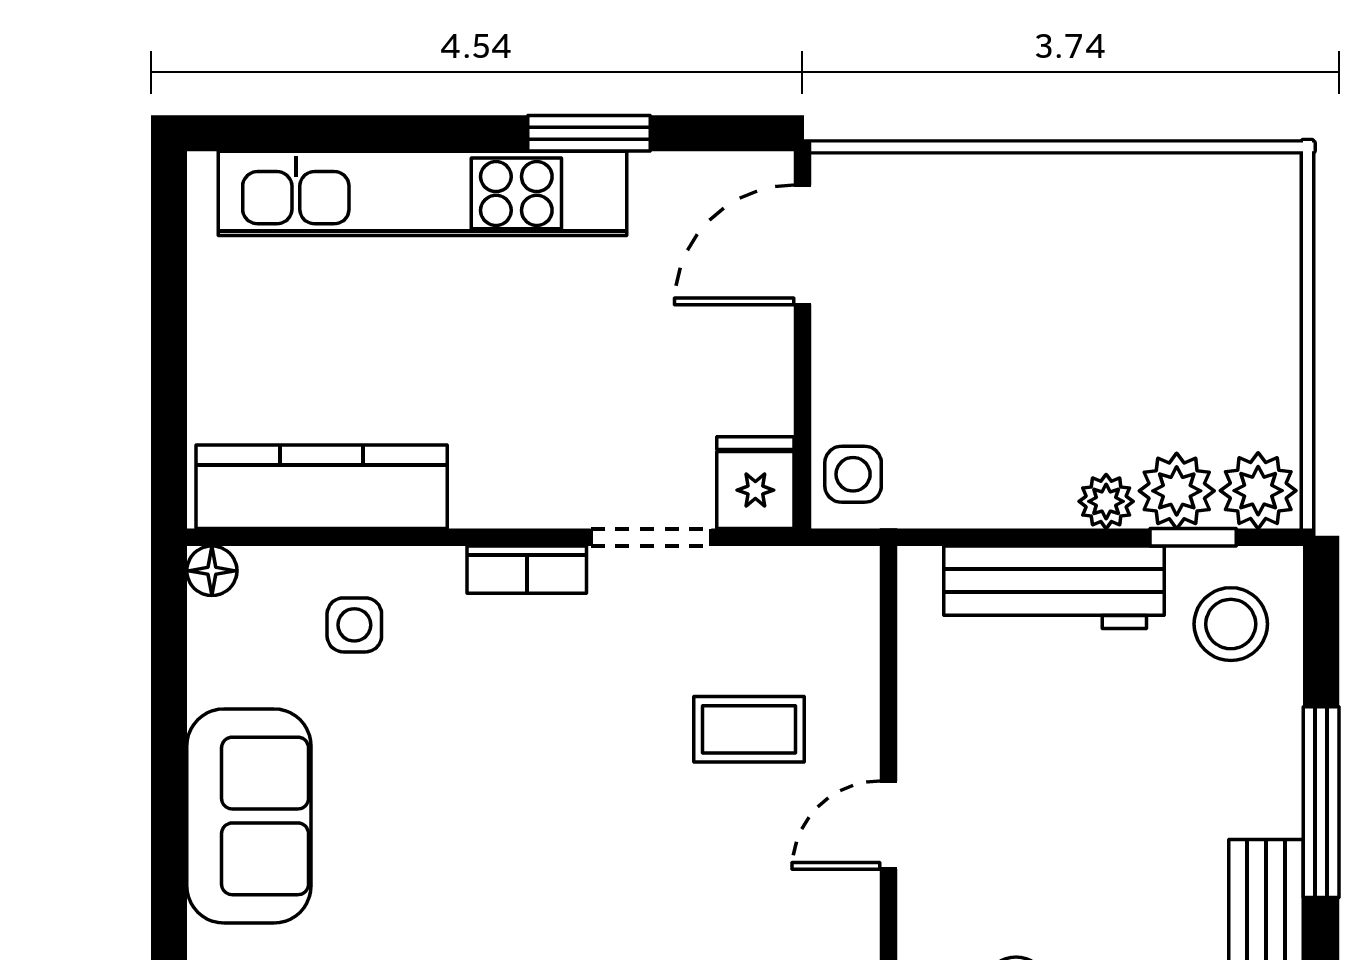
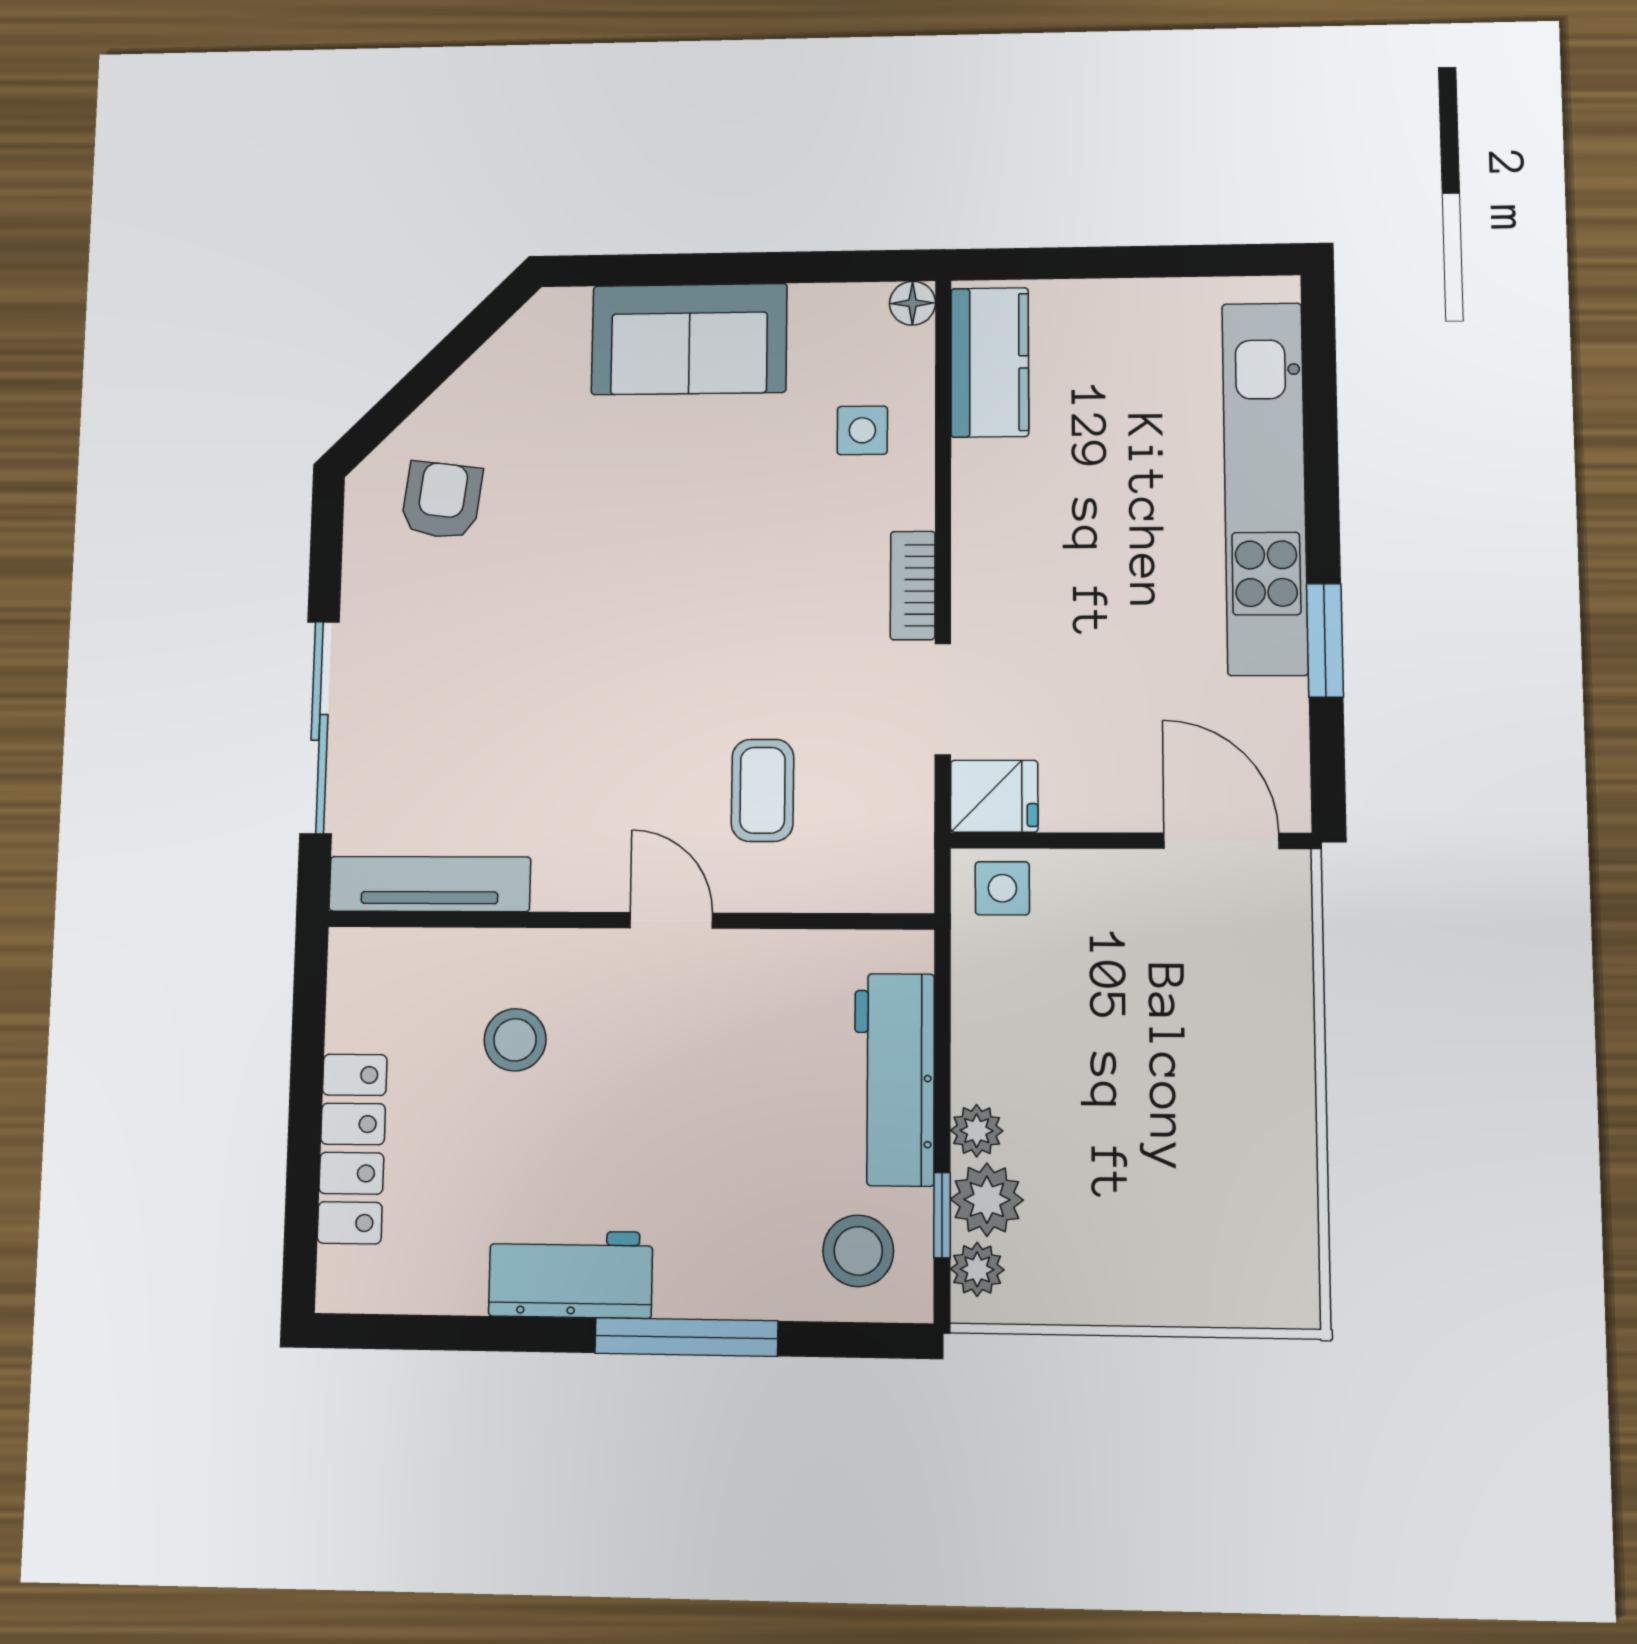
kitchen counter: (322, 487) -> (990, 362), width x0.67
plant: (1258, 491) -> (977, 1269), width x0.73, depth x0.73

